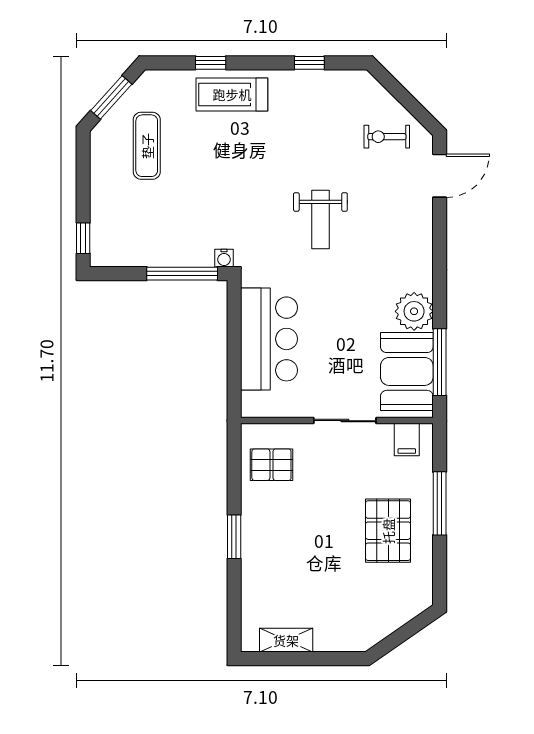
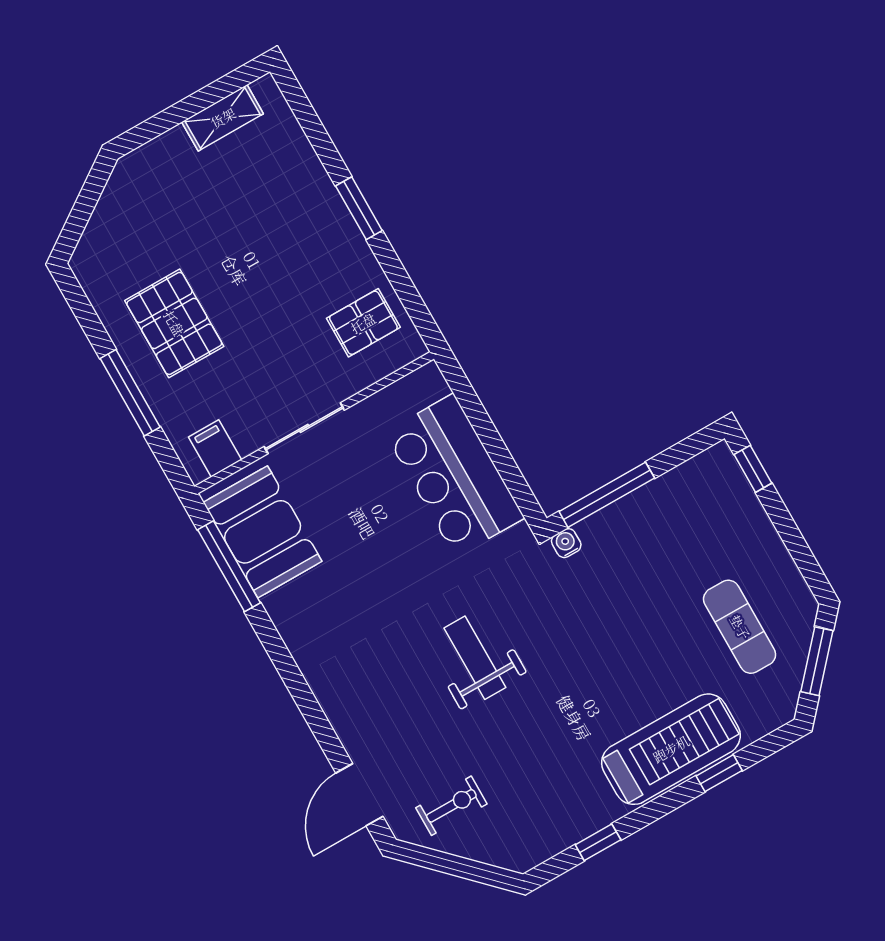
treadmill: (232, 94) -> (671, 749), width x1.37, depth x1.38
plant: (414, 311) -> (296, 611), removed

